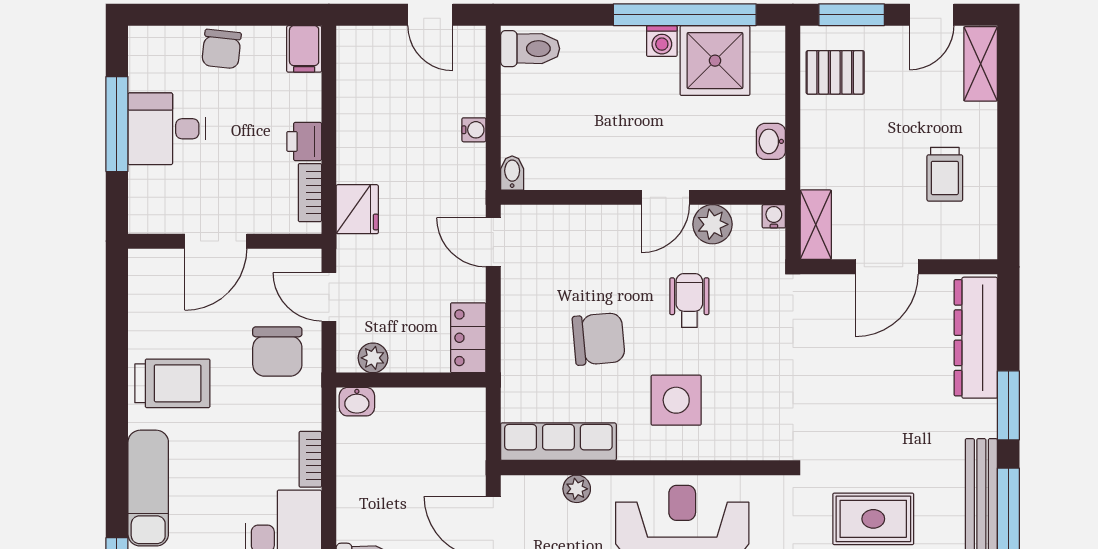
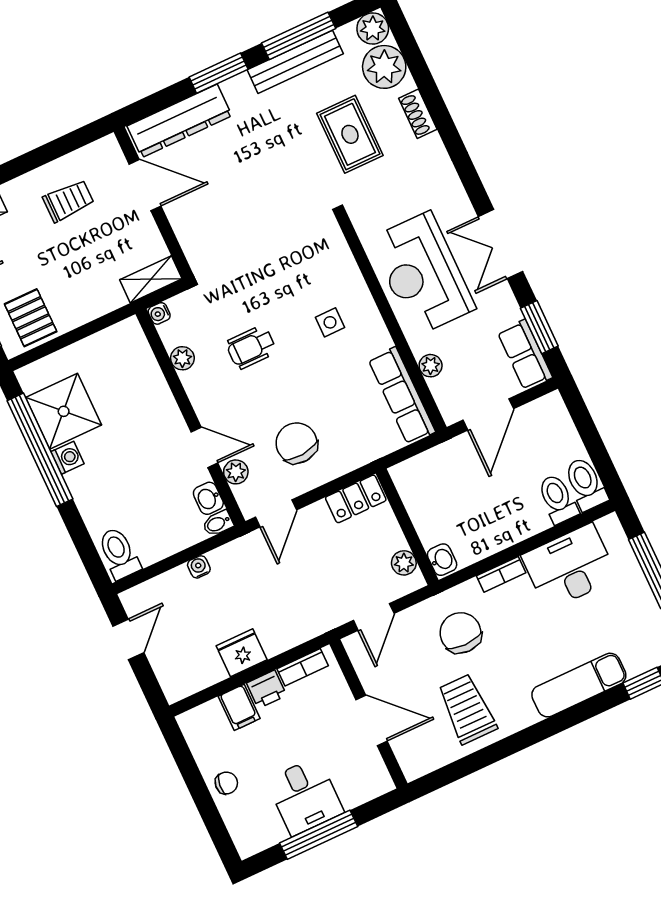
chair: (221, 49) -> (226, 783), width x0.73, depth x0.73
filing cabinet: (304, 49) -> (239, 707), moved, turned 90
washbasin: (771, 141) -> (208, 498), moved, turned 90
door: (666, 197) -> (204, 447), moved
fridge: (357, 209) -> (242, 653), moved
plant: (560, 219) -> (236, 472), added
plant: (712, 224) -> (182, 358), width x0.73, depth x0.73
door: (887, 267) -> (145, 185), moved
chair: (599, 339) -> (297, 443), moved
chair: (277, 352) -> (461, 633), moved, turned -90
trolley: (172, 383) -> (467, 709), moved
side table: (676, 400) -> (330, 322), width x0.54, depth x0.54

